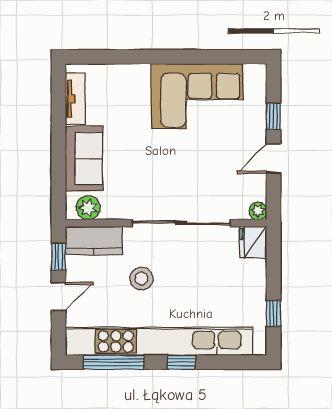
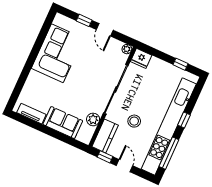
plant: (88, 208) -> (93, 119), moved

